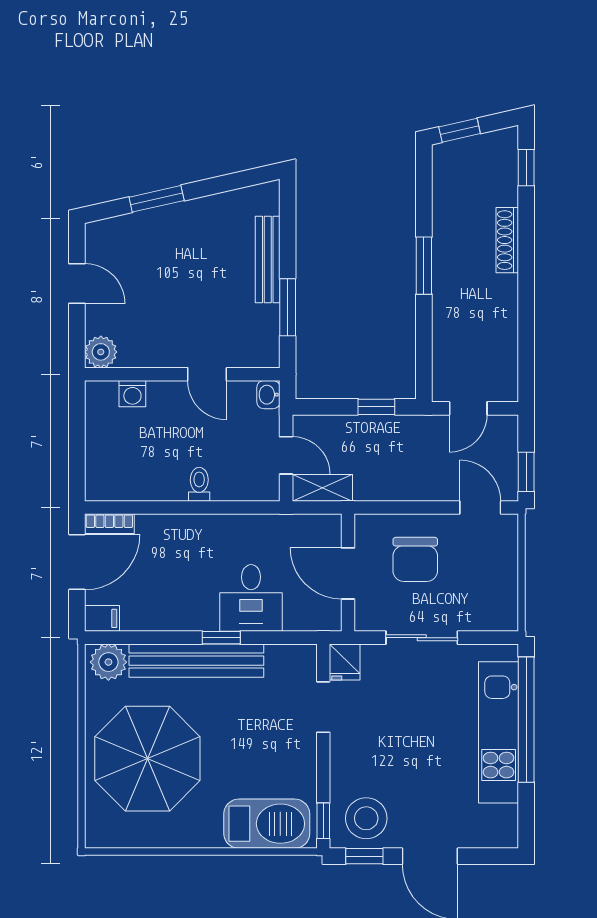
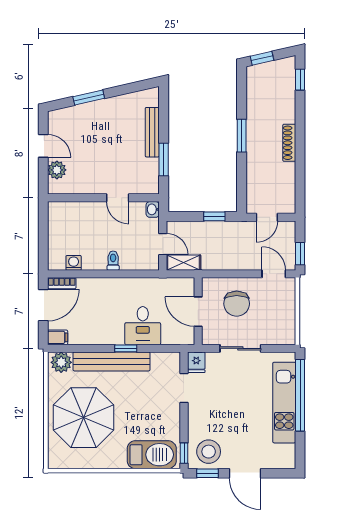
shoe rack: (507, 240) -> (289, 143), moved
plant: (101, 352) -> (57, 170), moved
washing machine: (132, 394) -> (74, 263), moved, turned 180

